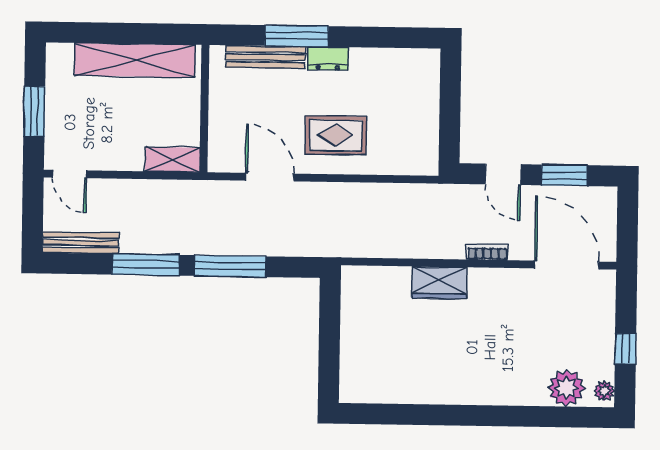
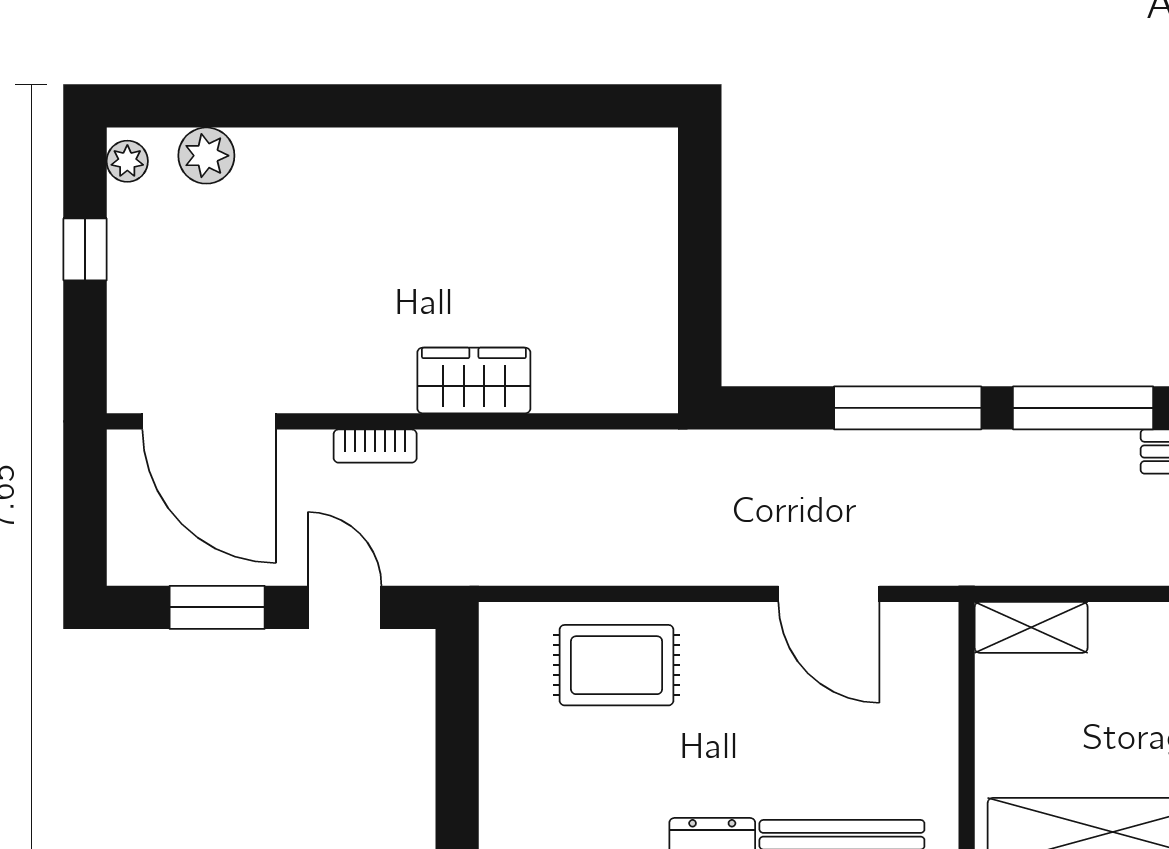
rug: (336, 135) -> (617, 665), moved
plant: (566, 388) -> (206, 156), width x0.73, depth x0.73

